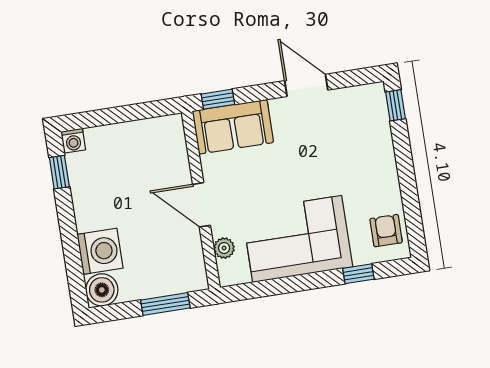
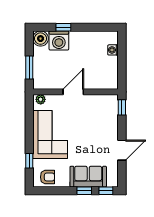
sofa: (233, 127) -> (88, 177), moved, turned 90
washing machine: (73, 141) -> (113, 50), moved
window: (402, 150) -> (84, 191), added
window: (59, 172) -> (63, 27), moved
plant: (224, 248) -> (41, 99), moved

